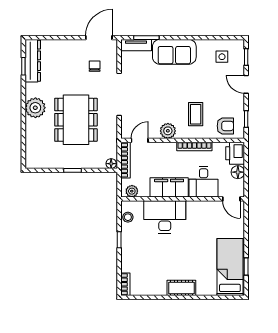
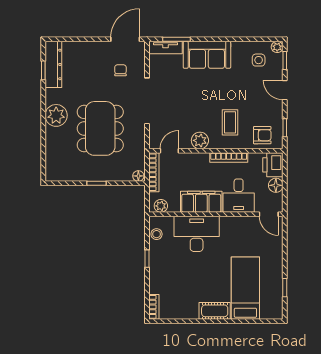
plant: (239, 45) -> (277, 47), added
bed: (230, 267) -> (245, 288), moved

